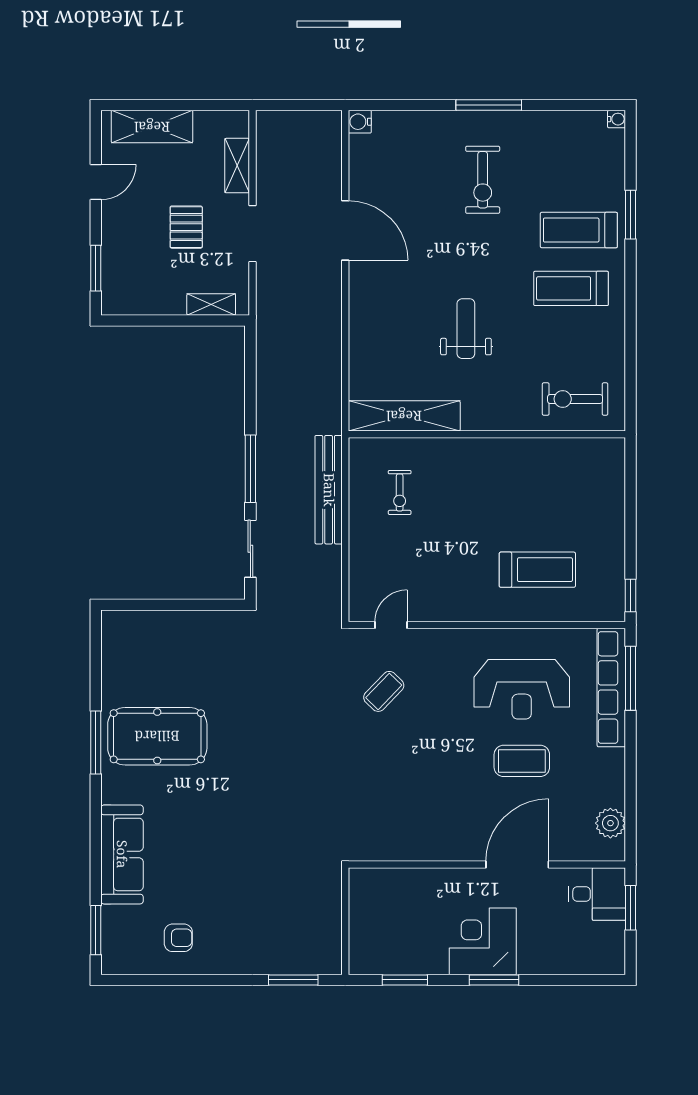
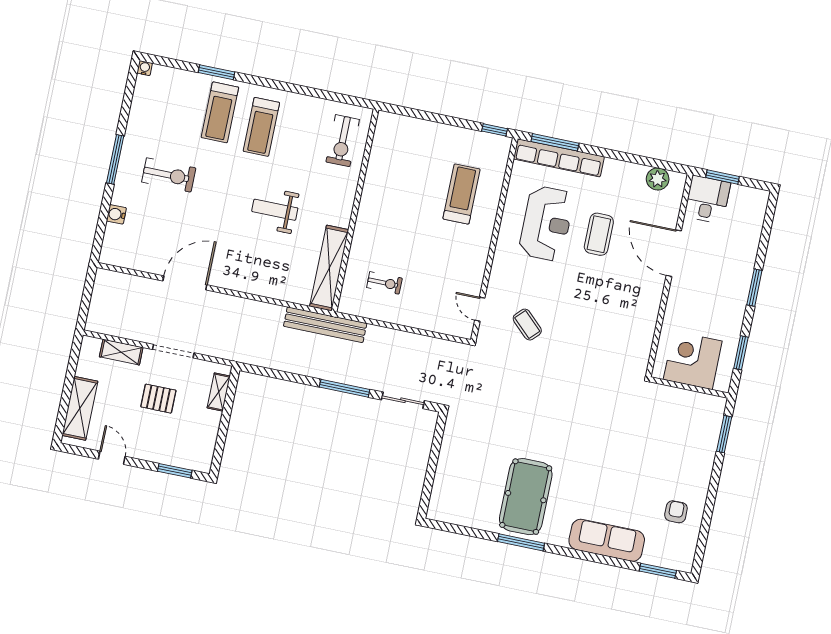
water cooler: (360, 122) -> (116, 214), moved, turned 90
bench: (329, 490) -> (325, 325), moved
corner desk: (483, 941) -> (693, 360), moved, turned 90

